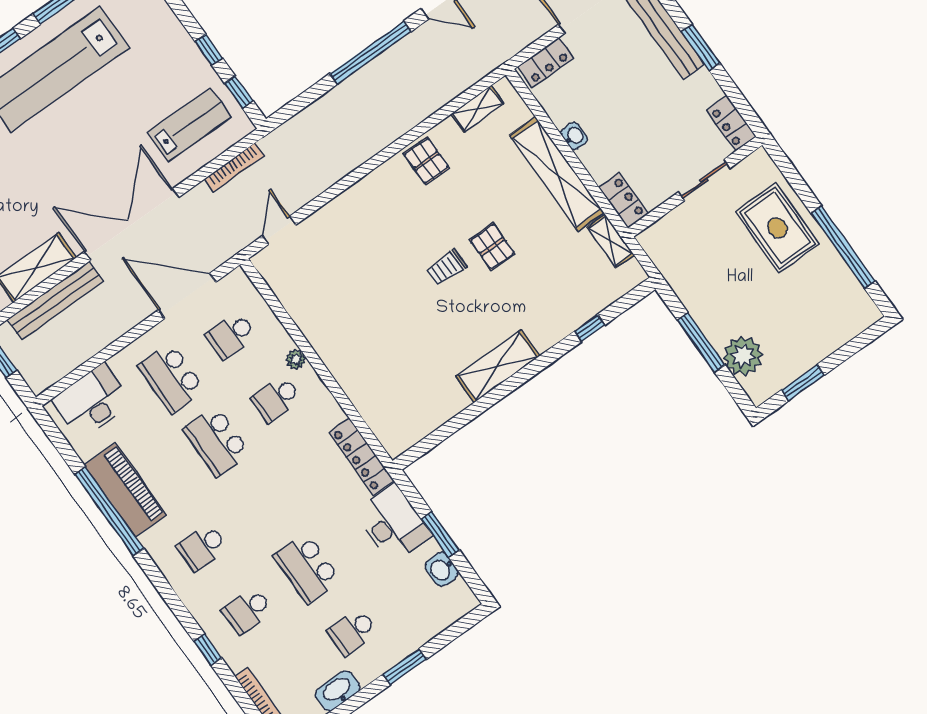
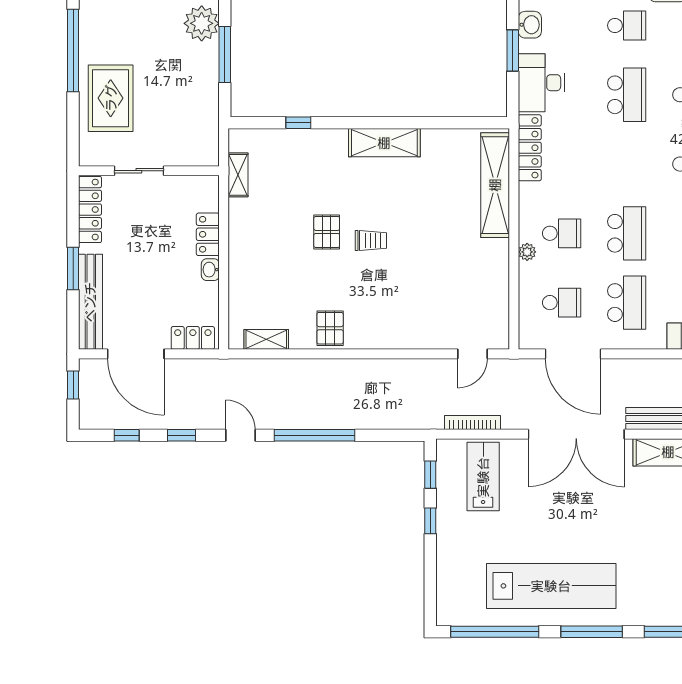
locker: (731, 123) -> (90, 210), width x1.53
lab bench: (189, 125) -> (483, 477), turned 90
shelving: (557, 174) -> (495, 185), moved
locker: (623, 200) -> (208, 234), moved

